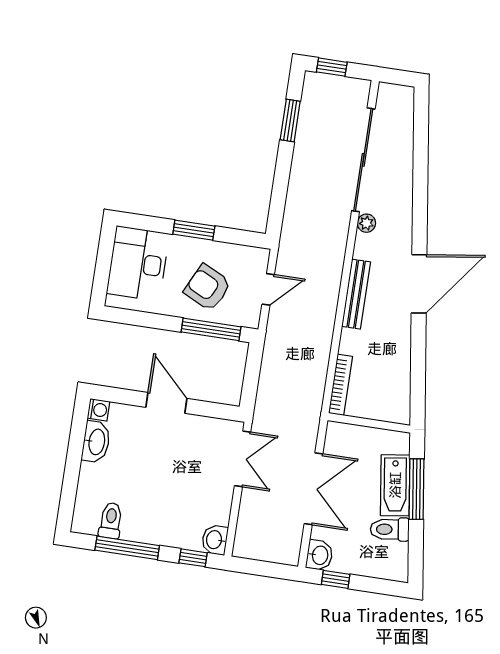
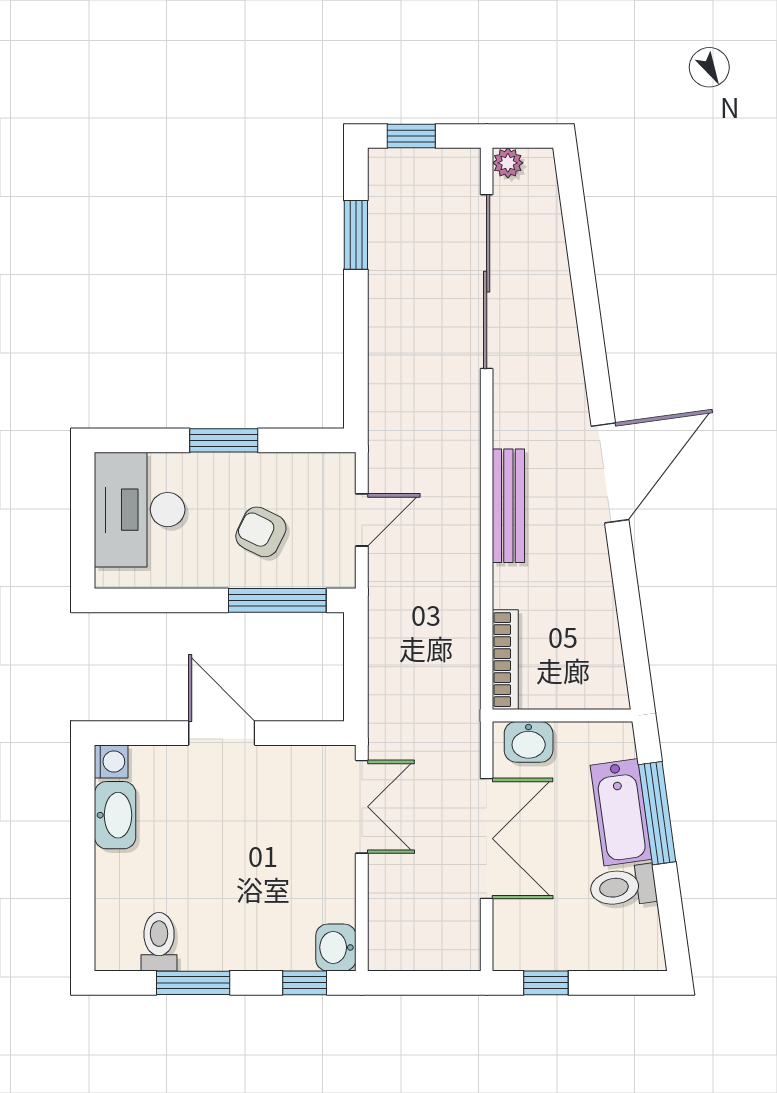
plant: (366, 223) -> (508, 163), moved
armchair: (208, 287) -> (261, 532), width x0.72, depth x0.72
window: (127, 548) -> (193, 983), width x0.69
washbasin: (319, 555) -> (529, 742), moved, turned 90

